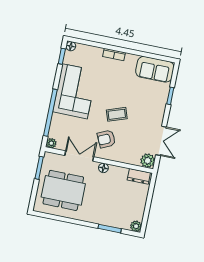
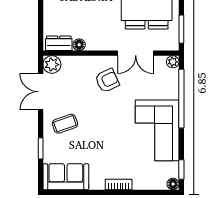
coffee table: (117, 114) -> (65, 124), moved
floor lamp: (103, 168) -> (79, 45), moved

